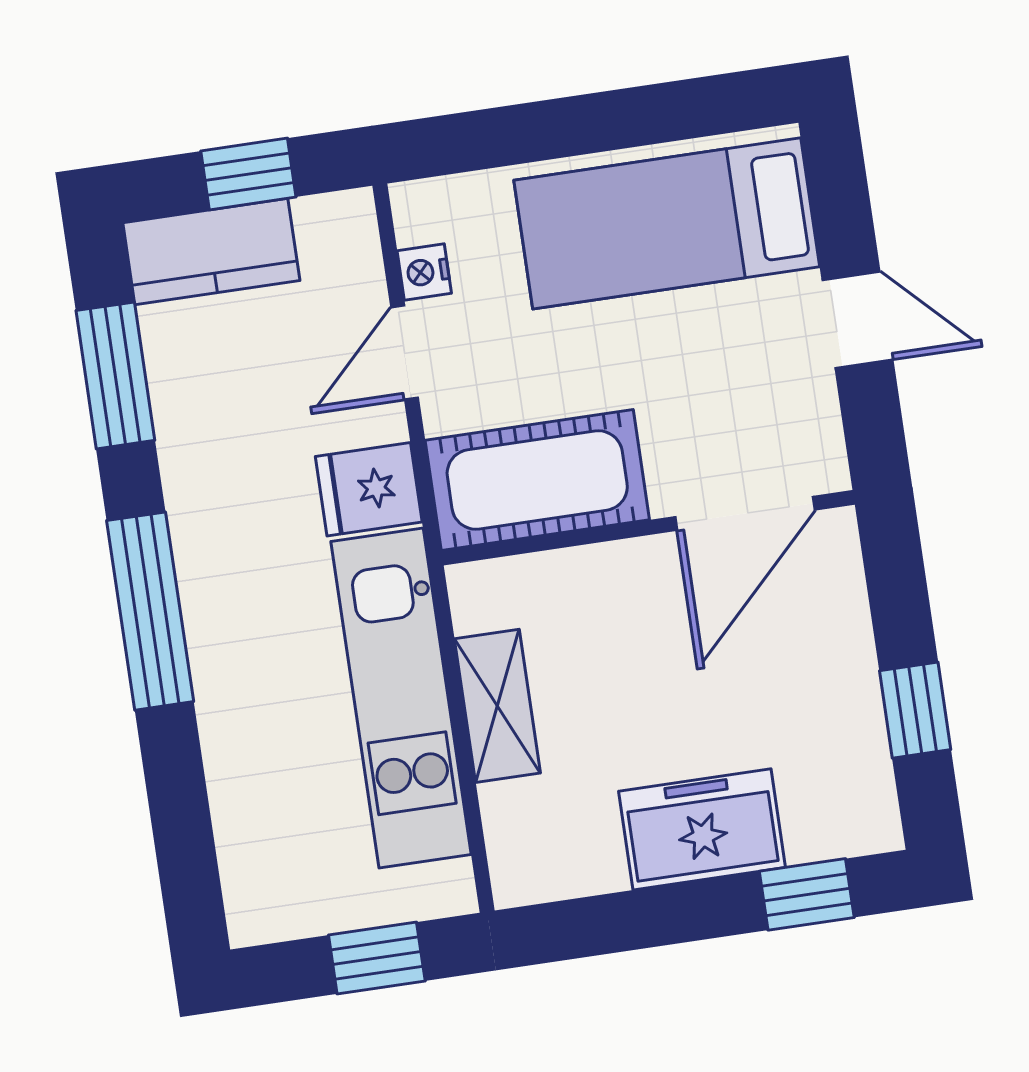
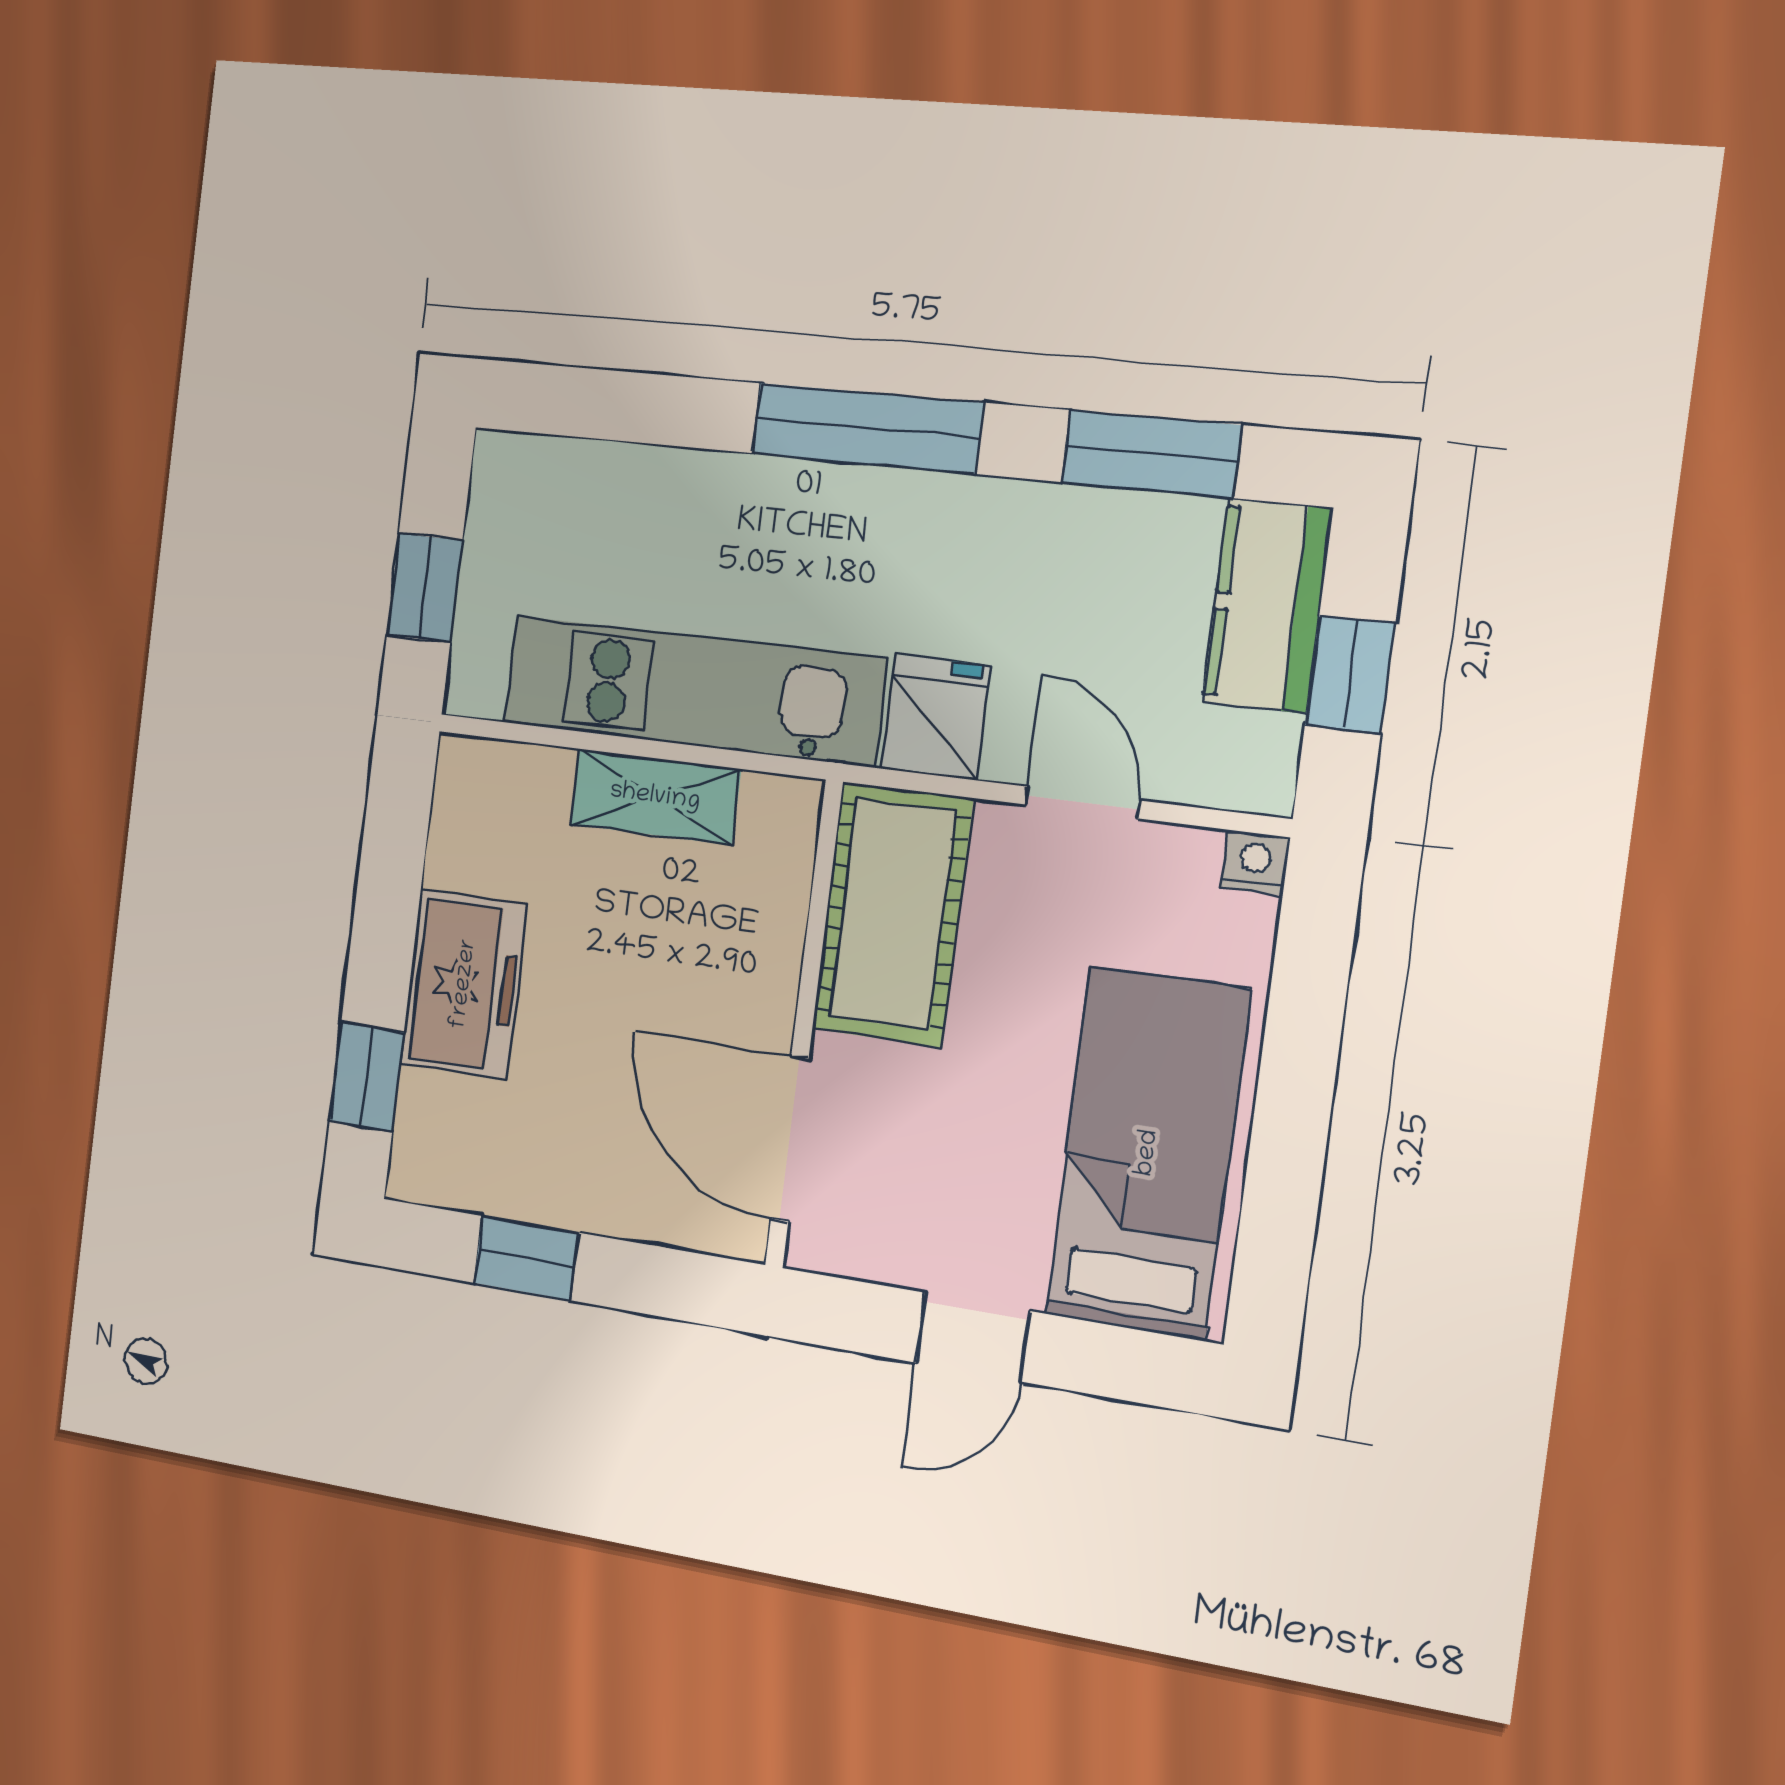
nightstand: (424, 272) -> (1255, 863), moved

